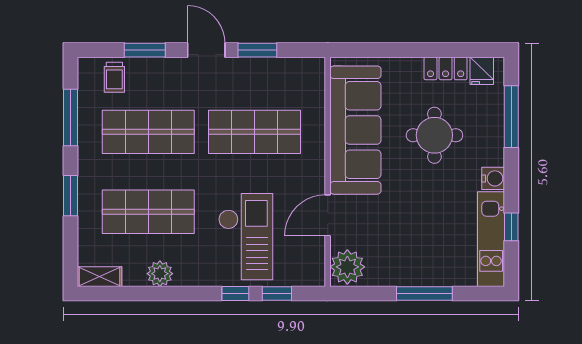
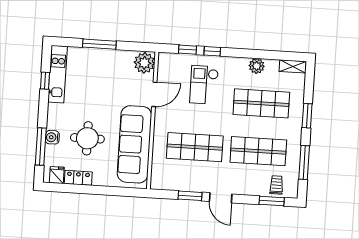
window: (145, 50) -> (272, 201), moved
water cooler: (493, 178) -> (52, 137), moved
checkout: (246, 237) -> (204, 85), width x0.73, depth x0.83

